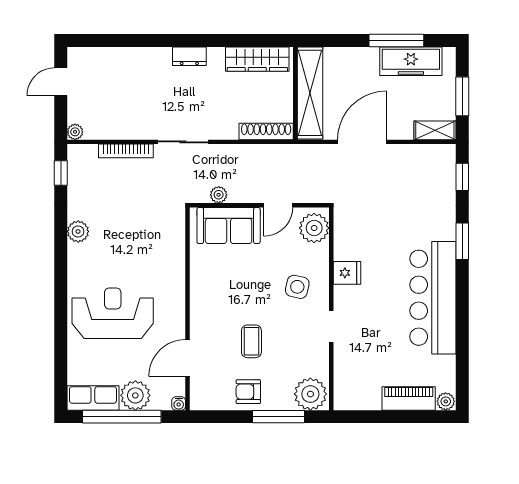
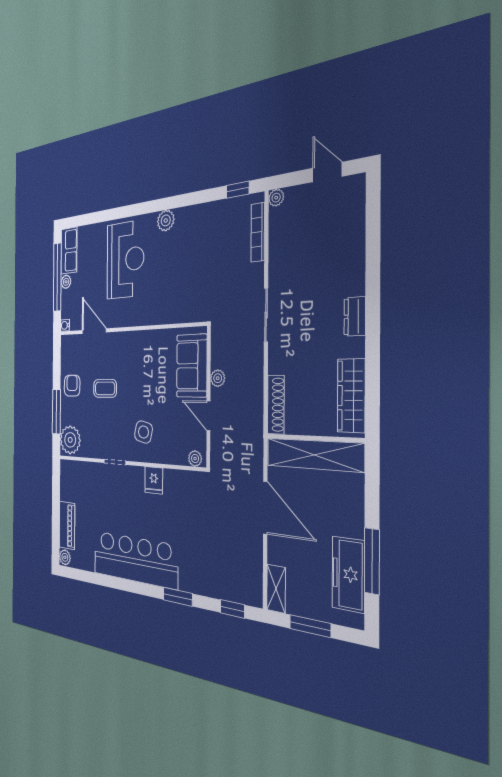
bookcase: (126, 151) -> (258, 232), moved
plant: (219, 195) -> (218, 378), moved
plant: (314, 228) -> (195, 458), width x0.53, depth x0.53
plant: (78, 231) -> (166, 220), moved
plant: (135, 395) -> (66, 282), width x0.53, depth x0.53

